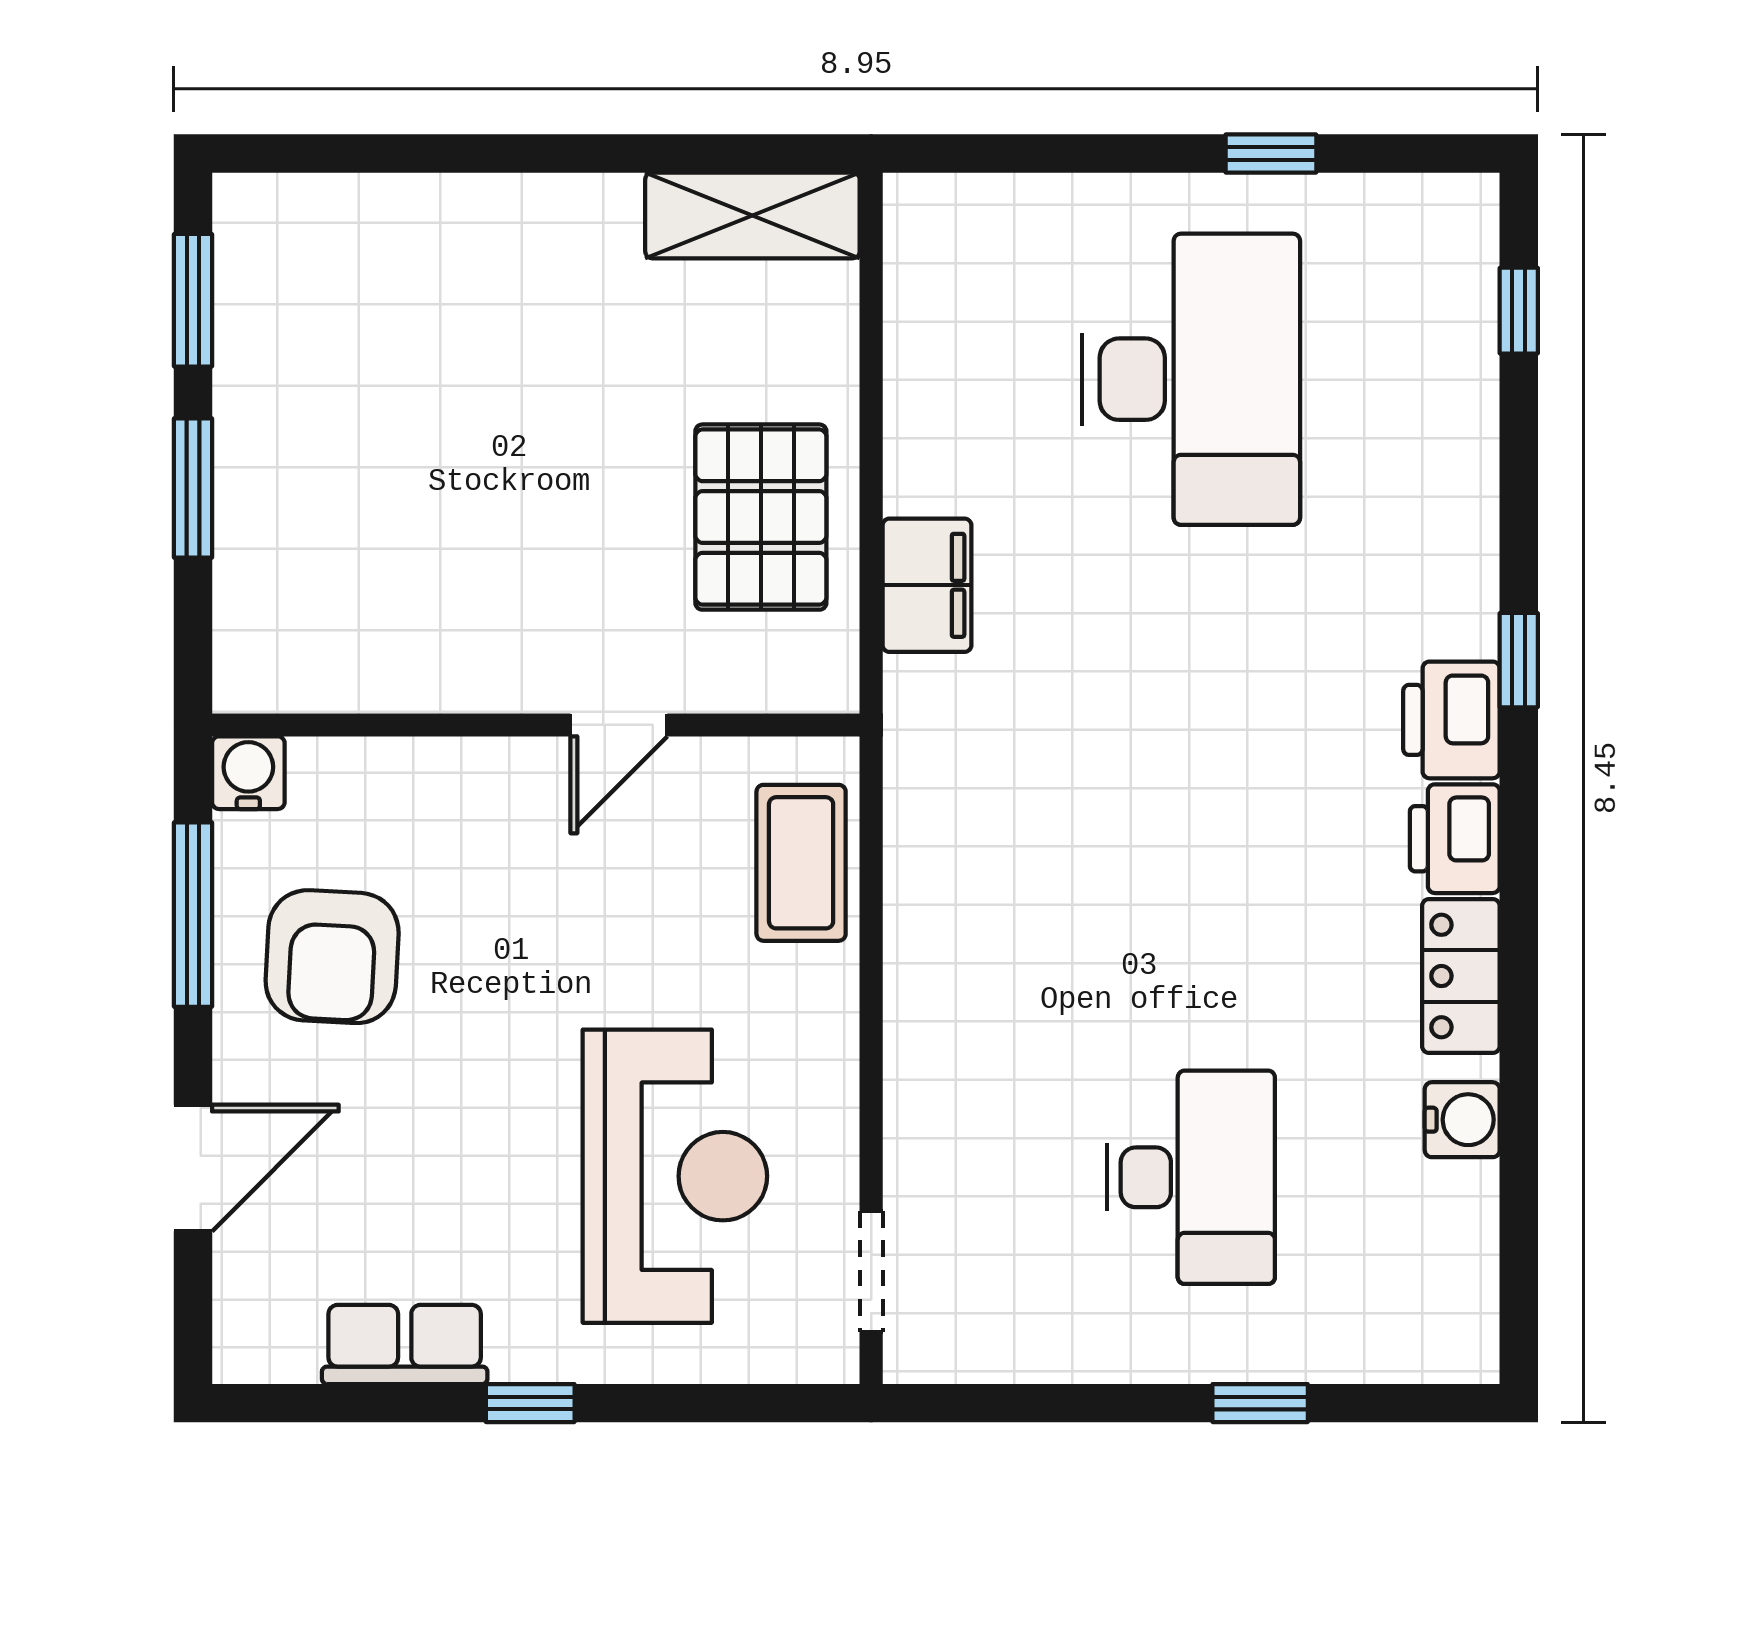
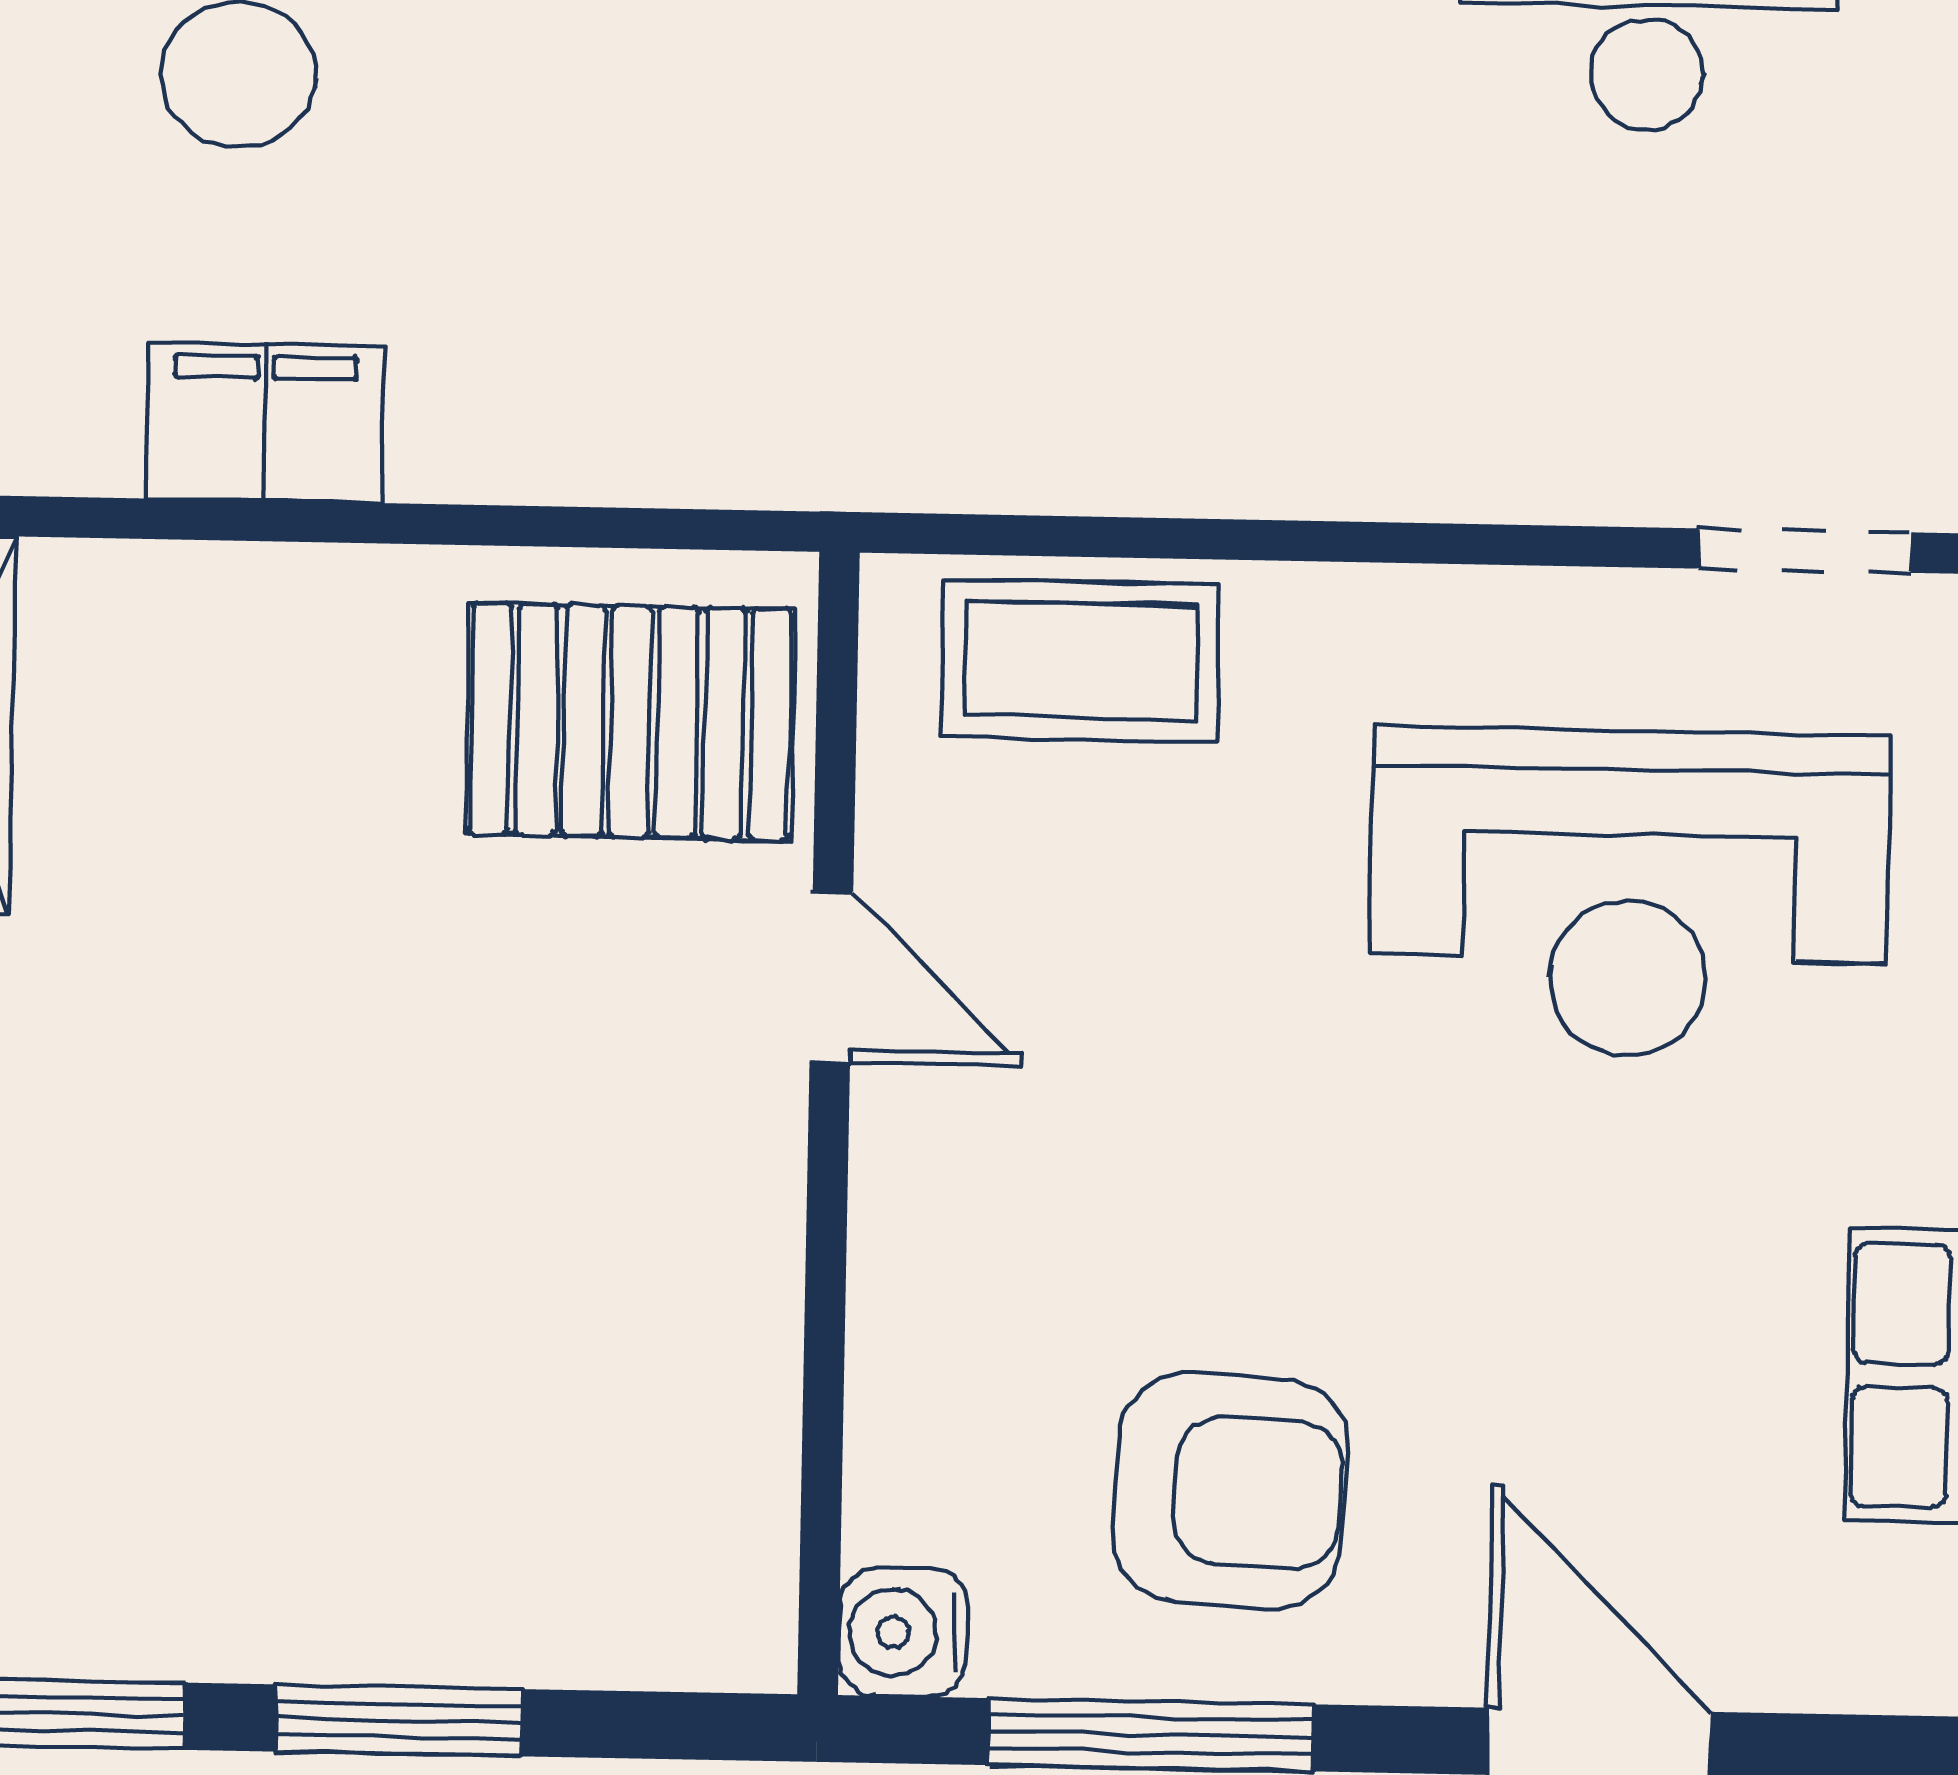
pallet: (761, 517) -> (630, 722), moved
filing cabinet: (927, 585) -> (265, 422), moved
reception desk: (675, 1176) -> (1629, 893), turned 180

